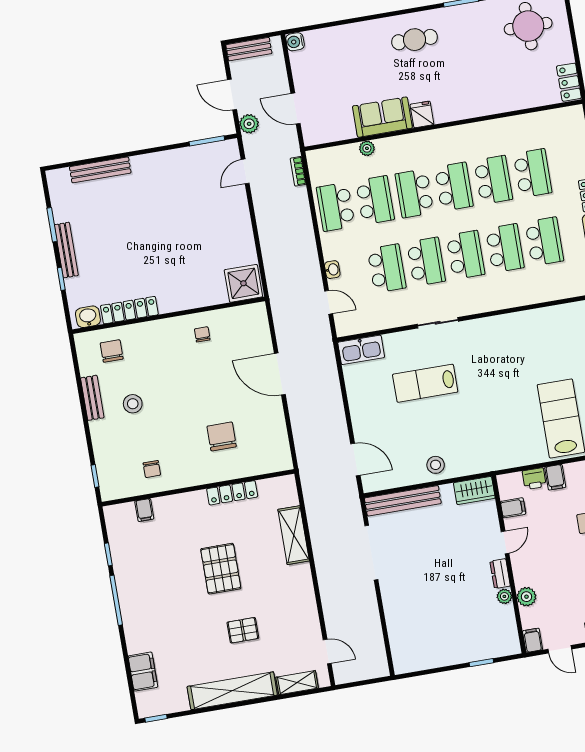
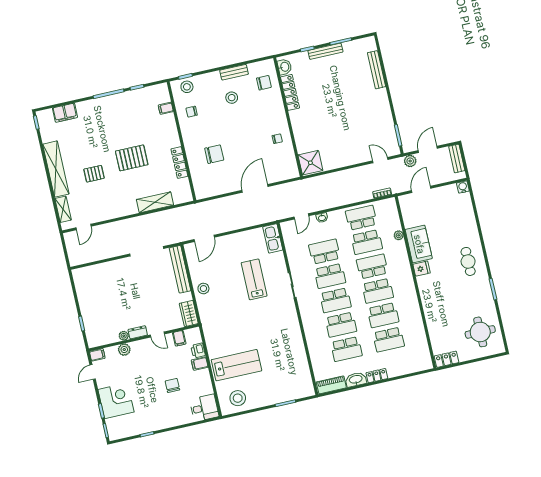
school desk: (387, 268) -> (324, 252), turned 180
stool: (112, 474) -> (187, 87), added
pallet: (243, 630) -> (94, 174), turned 90

